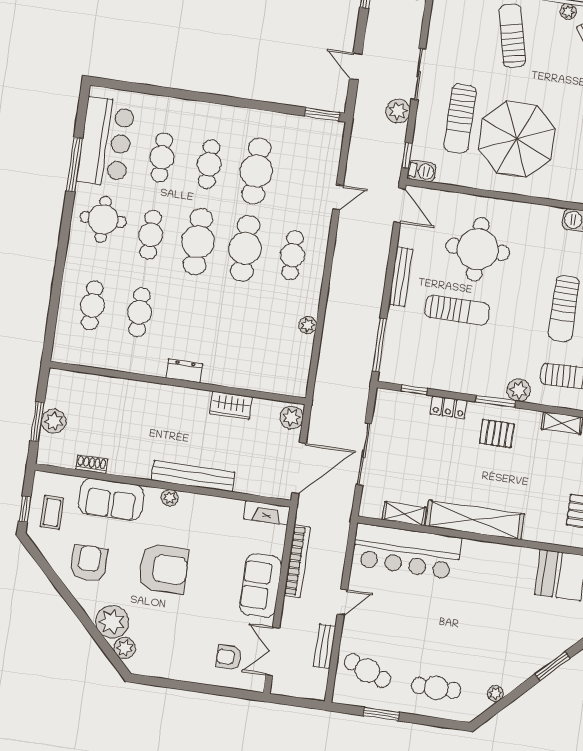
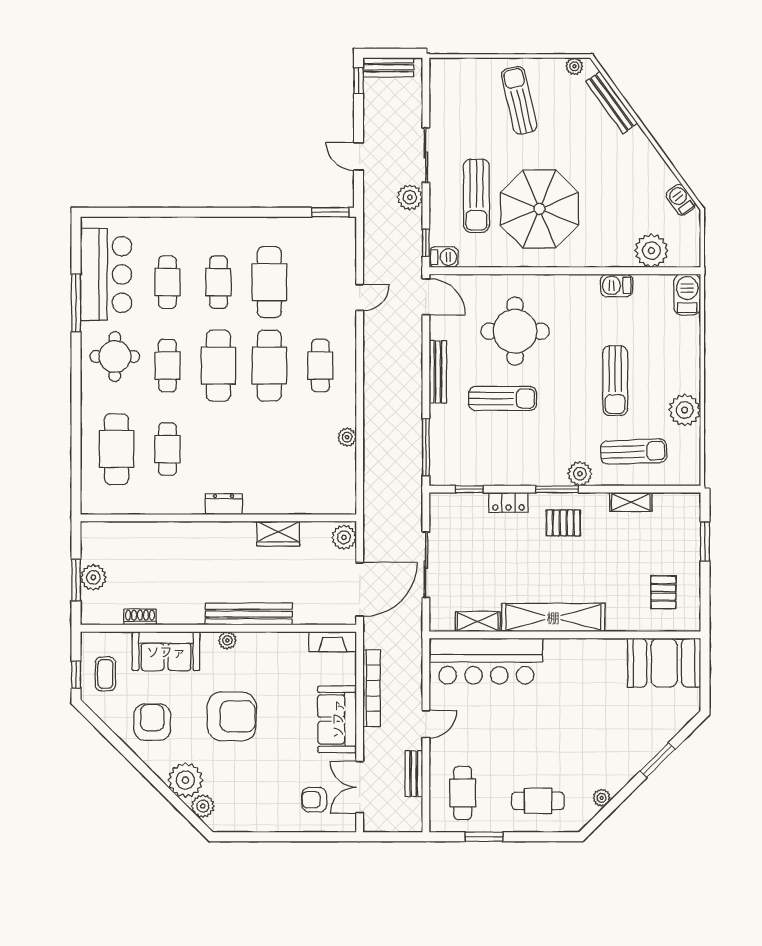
cafe table: (92, 305) -> (116, 449), width x1.37, depth x1.35
cafe table: (367, 671) -> (463, 793), turned 68

